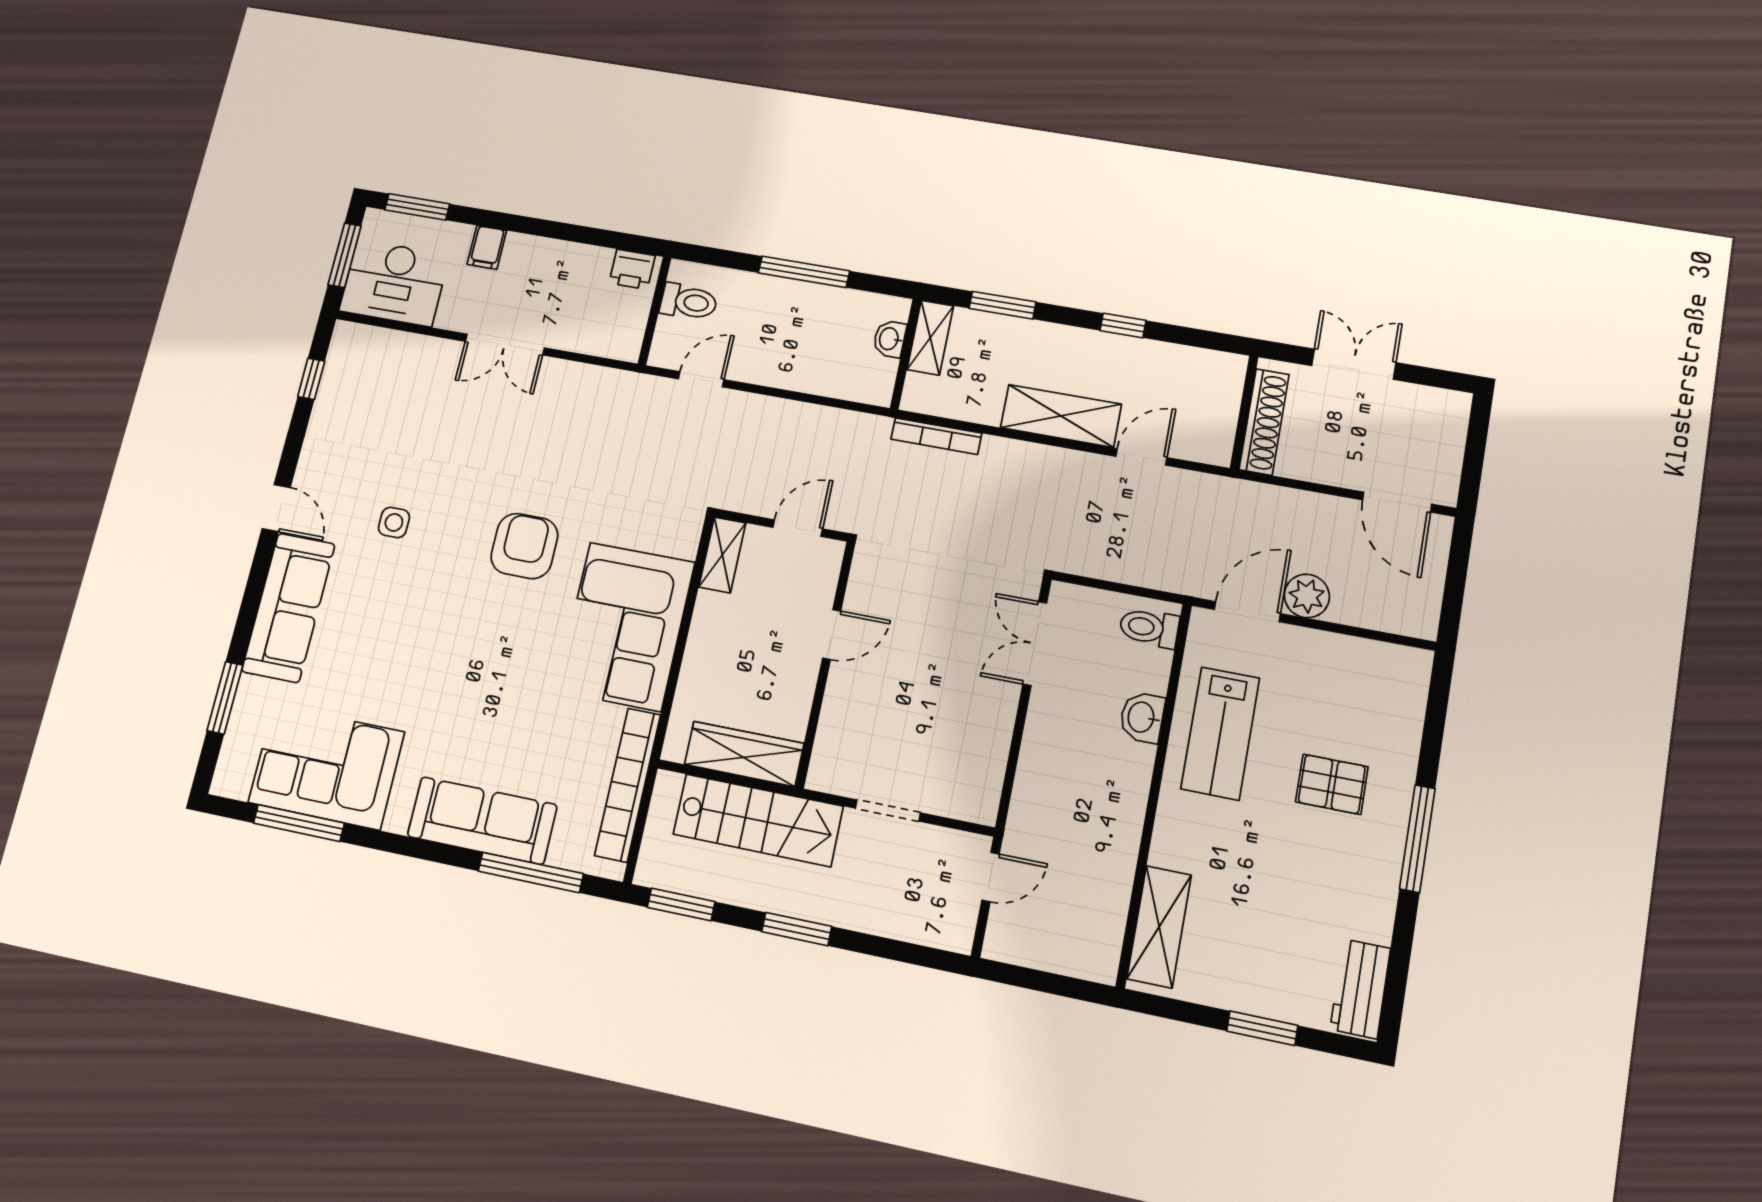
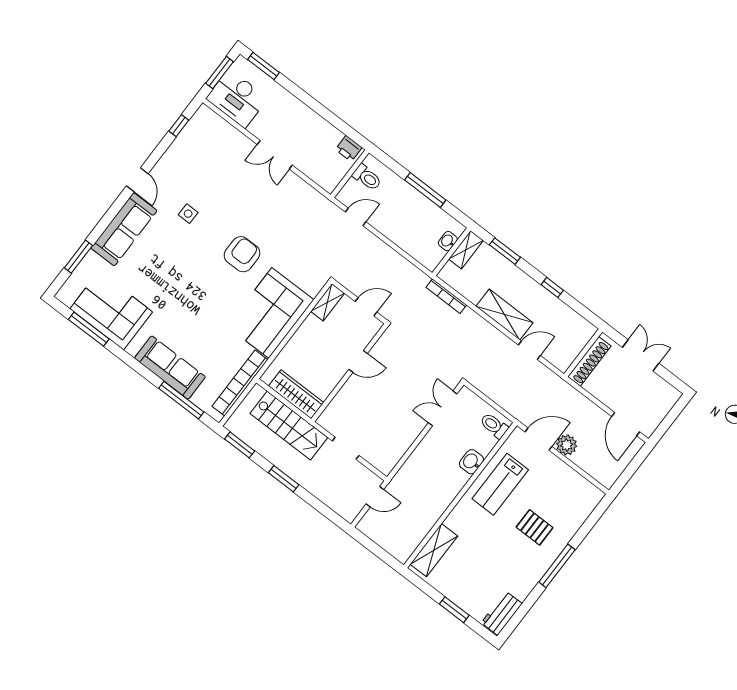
filing cabinet: (487, 247) -> (287, 103), removed

